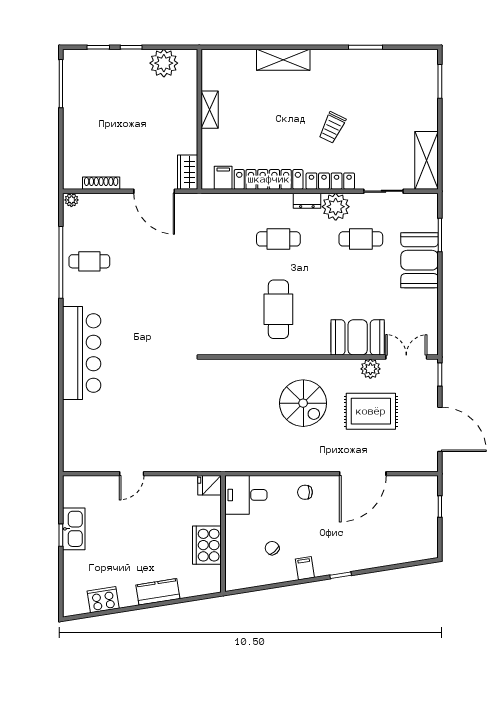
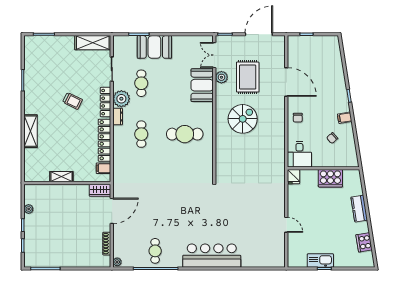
plant: (164, 63) -> (29, 209), width x0.53, depth x0.53

